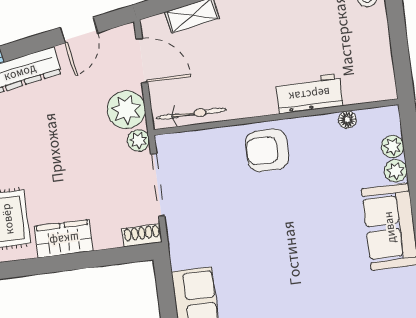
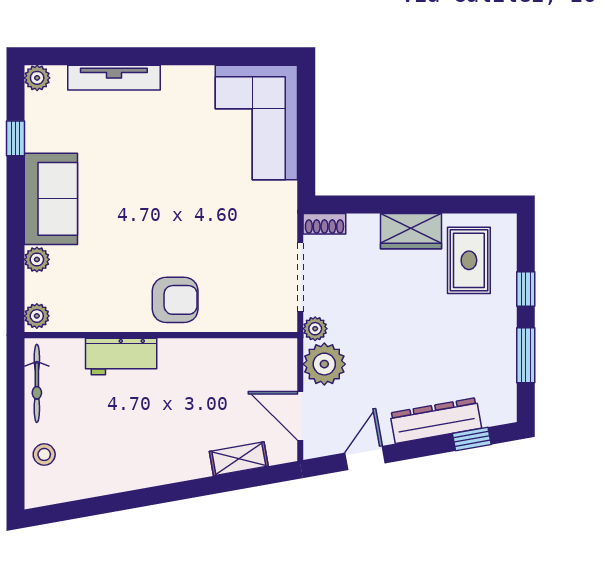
bicycle: (191, 114) -> (37, 383), moved, turned -90
floor lamp: (347, 120) -> (83, 322), removed
plant: (393, 146) -> (37, 316), moved

